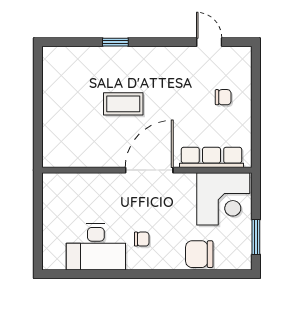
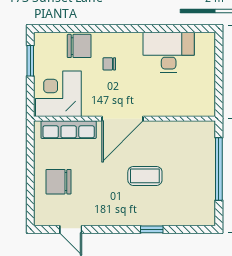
chair: (223, 97) -> (59, 182), width x1.87, depth x1.87
window: (38, 112) -> (219, 169), added
chair: (142, 239) -> (109, 64), moved

